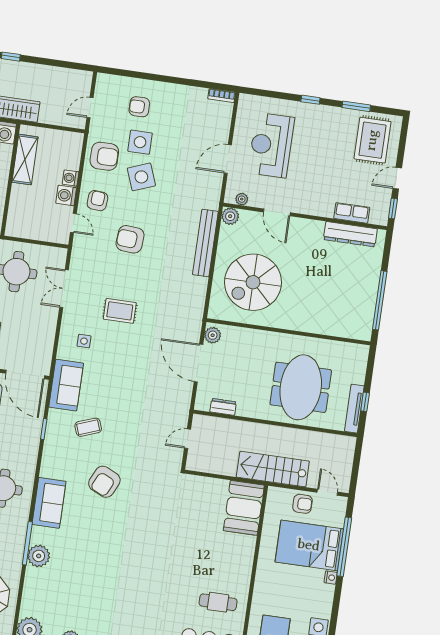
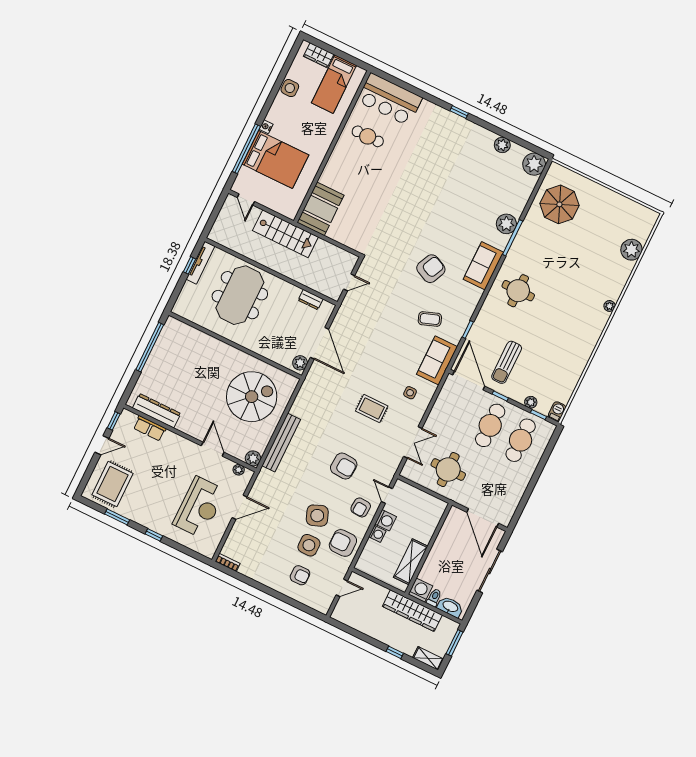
armchair: (302, 504) -> (270, 196), removed

